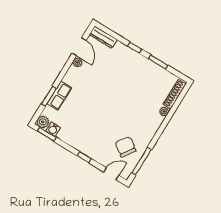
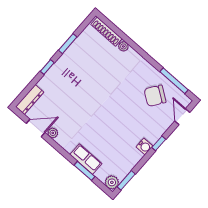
water cooler: (53, 129) -> (145, 146), moved

